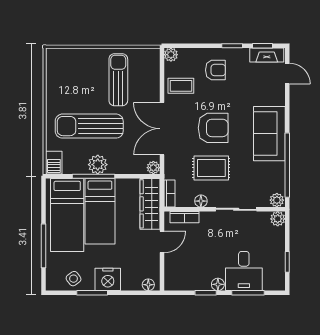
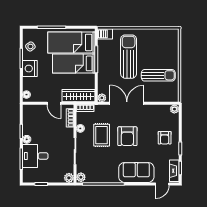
coffee table: (181, 86) -> (154, 116), removed
sofa: (269, 134) -> (136, 172), moved
plant: (98, 165) -> (104, 62), removed

